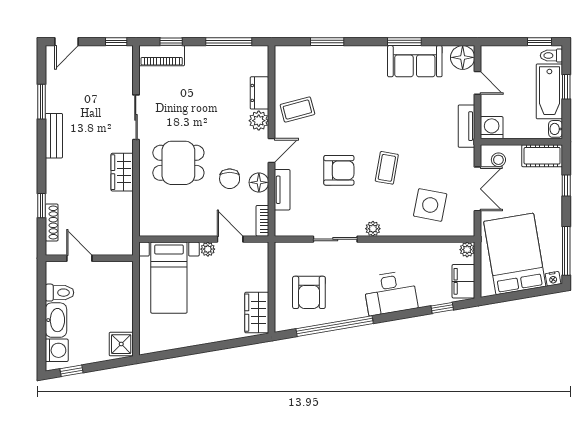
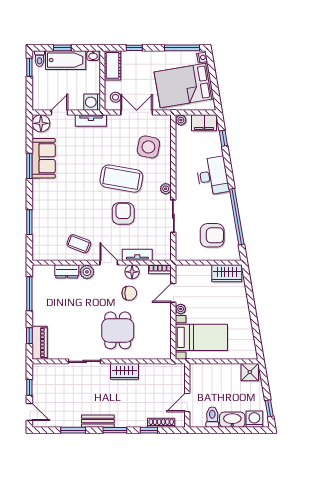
window: (116, 42) -> (29, 387), moved
coffee table: (297, 109) -> (79, 244), turned -54
window: (42, 159) -> (115, 430), added
coffee table: (387, 168) -> (121, 179), width x1.86, depth x1.72

